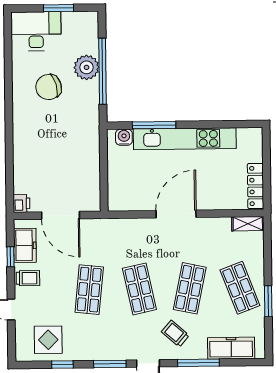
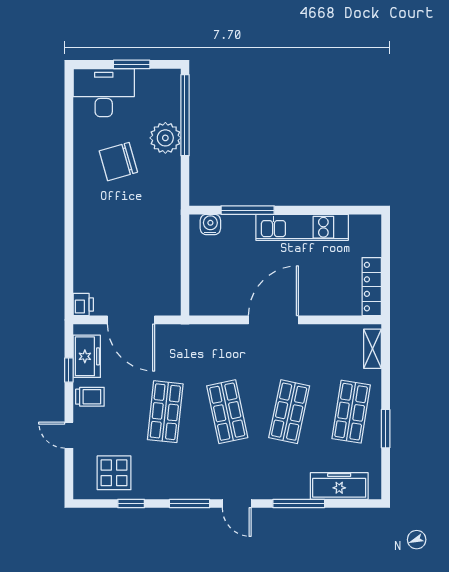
window: (103, 71) -> (185, 115), moved
kitchen unit: (185, 139) -> (302, 227), width x0.73
shelving: (248, 224) -> (372, 349), moved, turned 90
shop shelf: (240, 288) -> (351, 412), turned 30
trolley: (175, 334) -> (271, 467), removed

